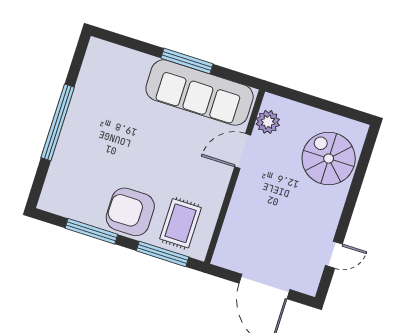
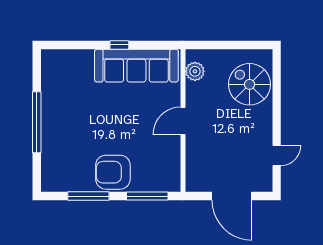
window: (187, 61) -> (119, 45), width x0.46
door: (243, 151) -> (183, 121), moved
rug: (181, 223) -> (154, 169), removed

